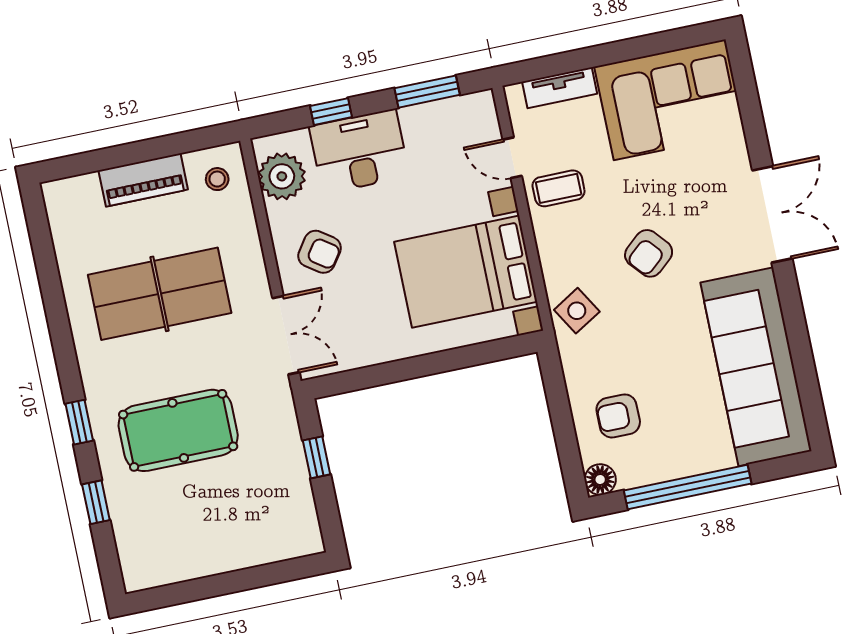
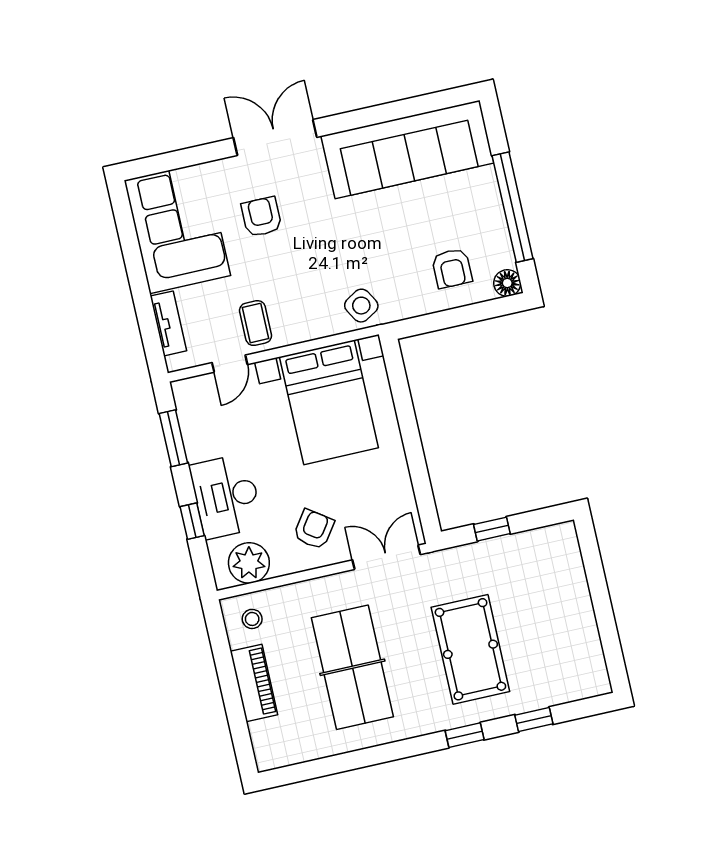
armchair: (649, 253) -> (261, 217), moved, turned -139

